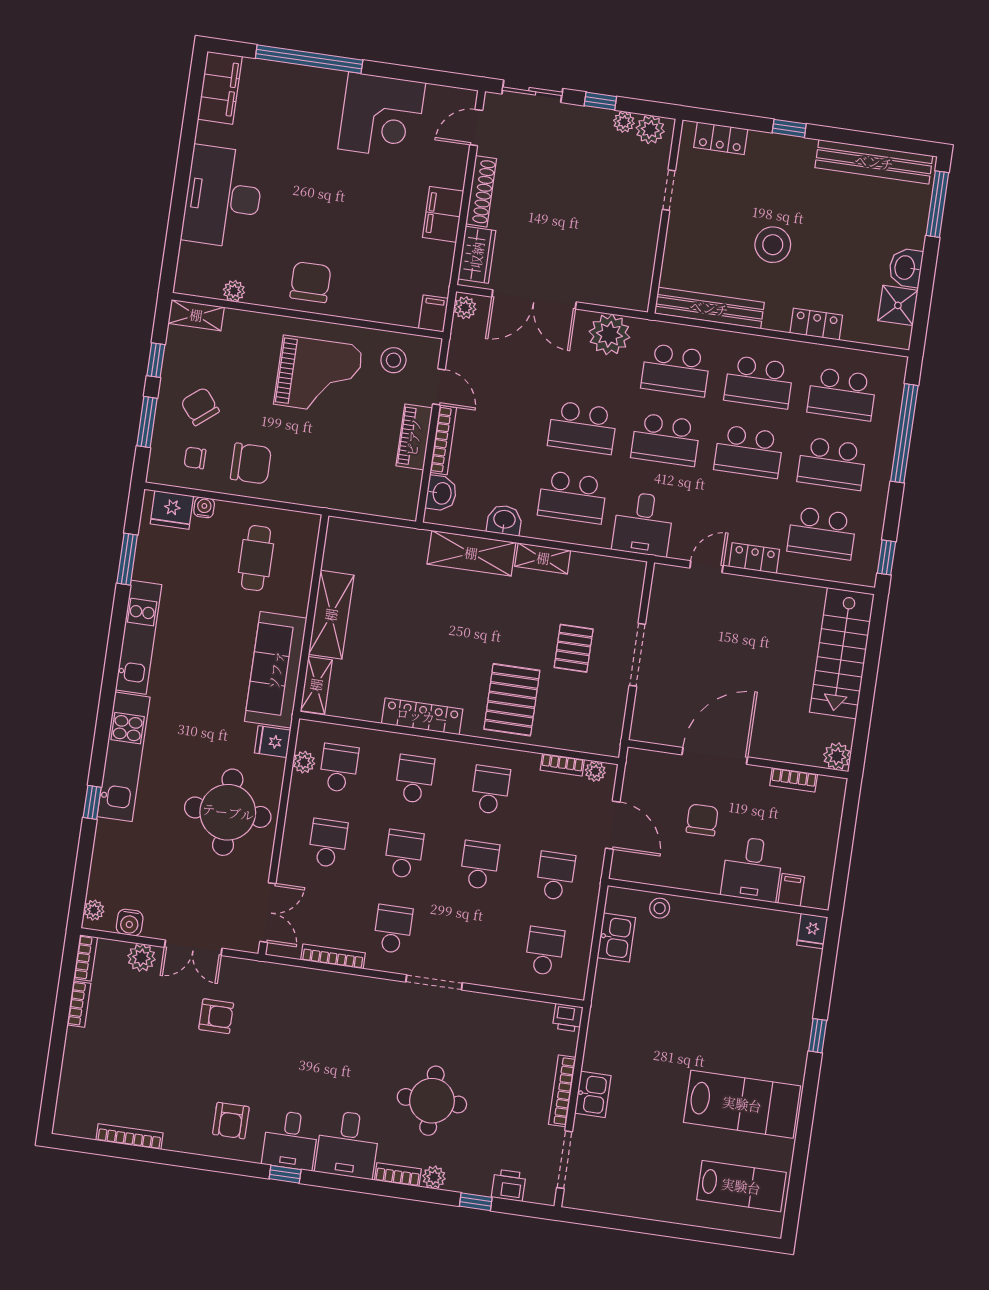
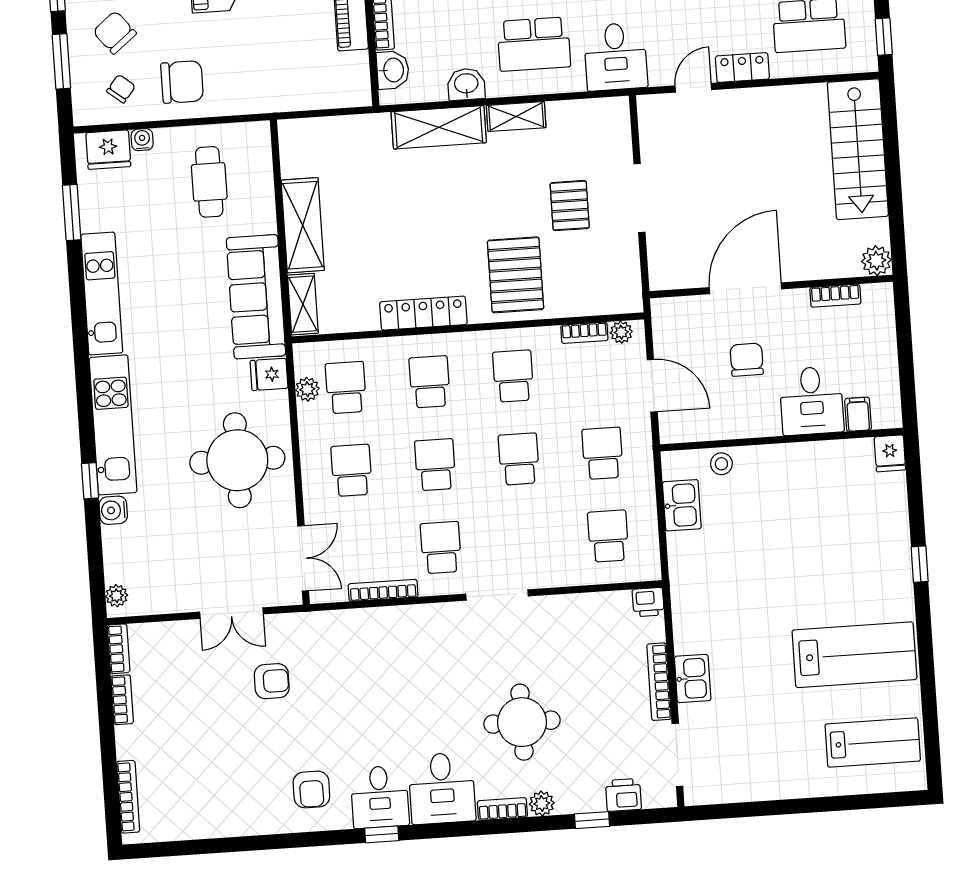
chair: (195, 458) -> (121, 89), turned 129
water cooler: (130, 922) -> (113, 510), moved, turned 90
plant: (141, 958) -> (178, 636), removed
bookcase: (130, 1137) -> (128, 797), moved, turned 90

